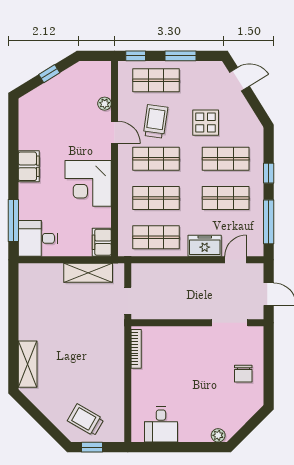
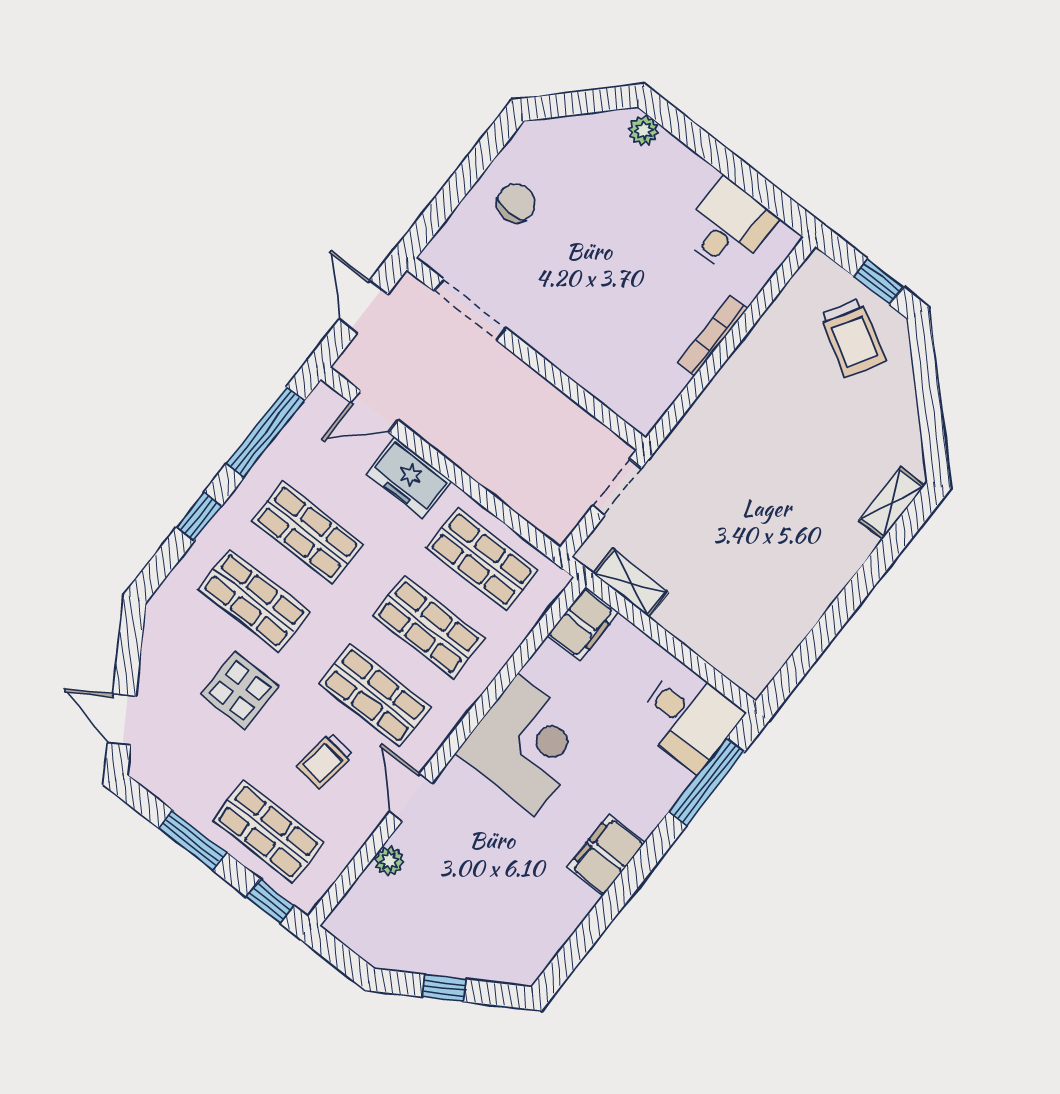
trolley: (156, 121) -> (325, 761), width x0.73, depth x0.72
shelving: (88, 273) -> (631, 583), width x0.67, depth x0.75
bookcase: (136, 349) -> (713, 335), moved
shelving: (28, 364) -> (892, 503), width x0.67, depth x0.75

